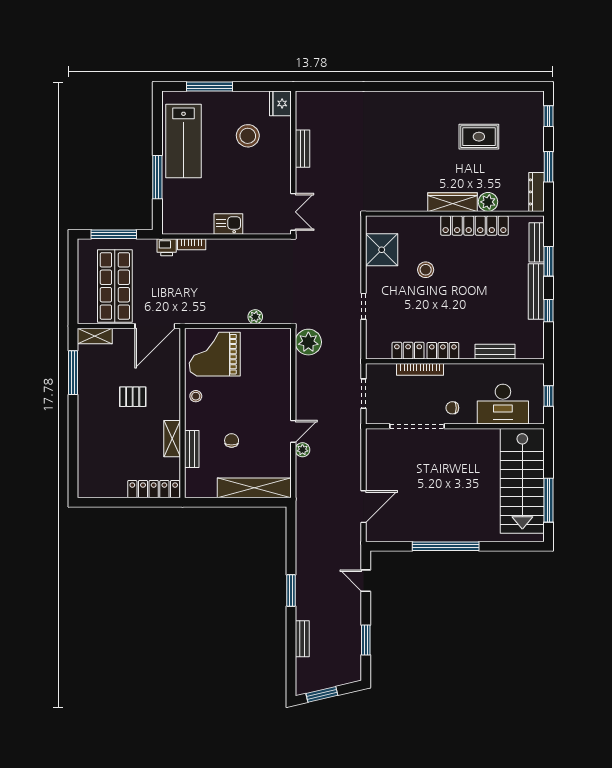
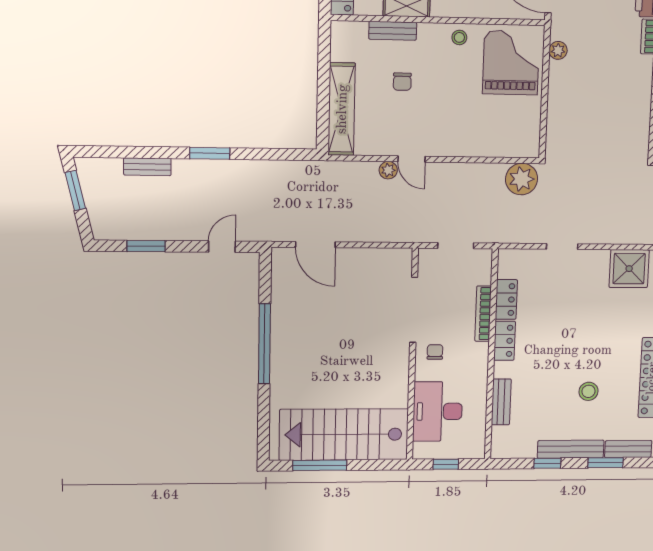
stool: (426, 270) -> (588, 391), moved
plant: (255, 317) -> (558, 50), moved
chair: (232, 440) -> (402, 82), turned 90

